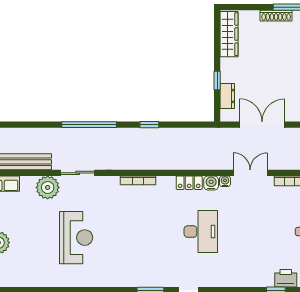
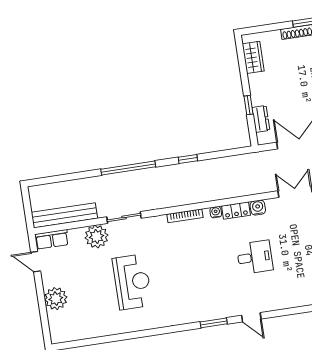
wardrobe: (229, 34) -> (253, 57), width x0.67
water cooler: (225, 181) -> (216, 212), moved
desk: (201, 232) -> (255, 257), width x0.73

